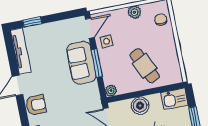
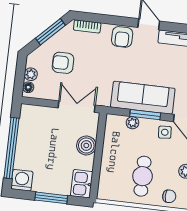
sofa: (81, 63) -> (143, 98), width x1.36
cafe table: (145, 66) -> (143, 176), moved, turned -65
plant: (111, 91) -> (132, 123), moved

